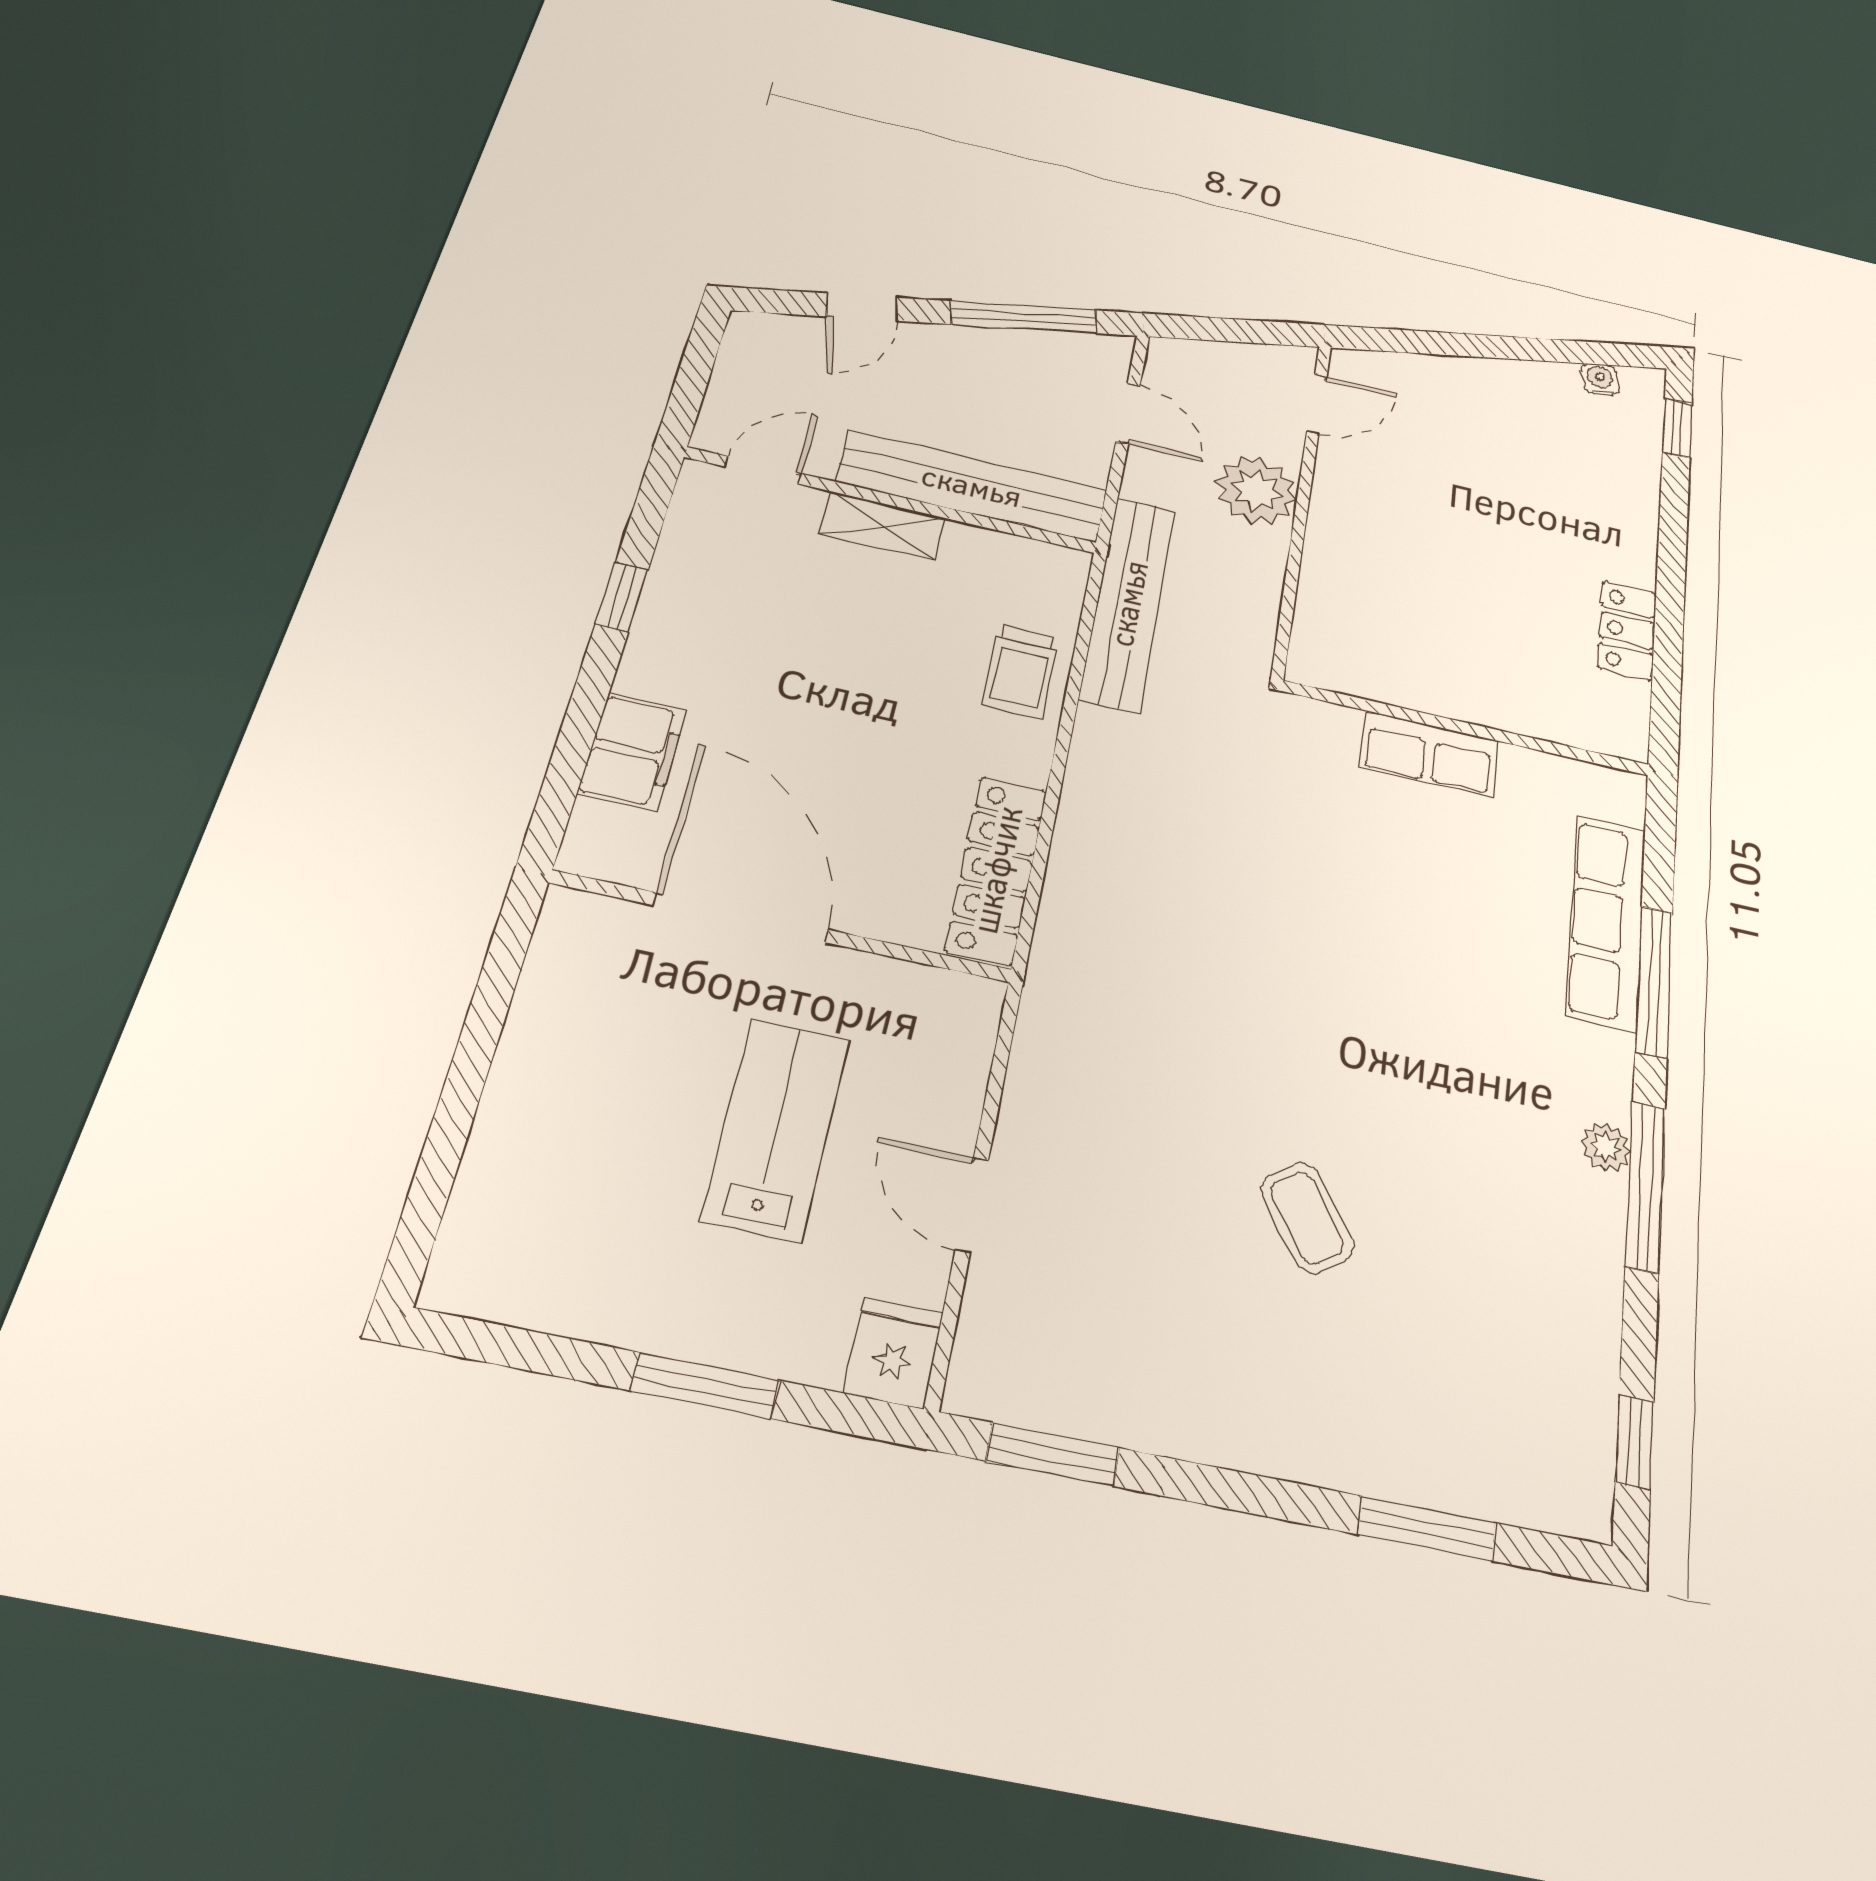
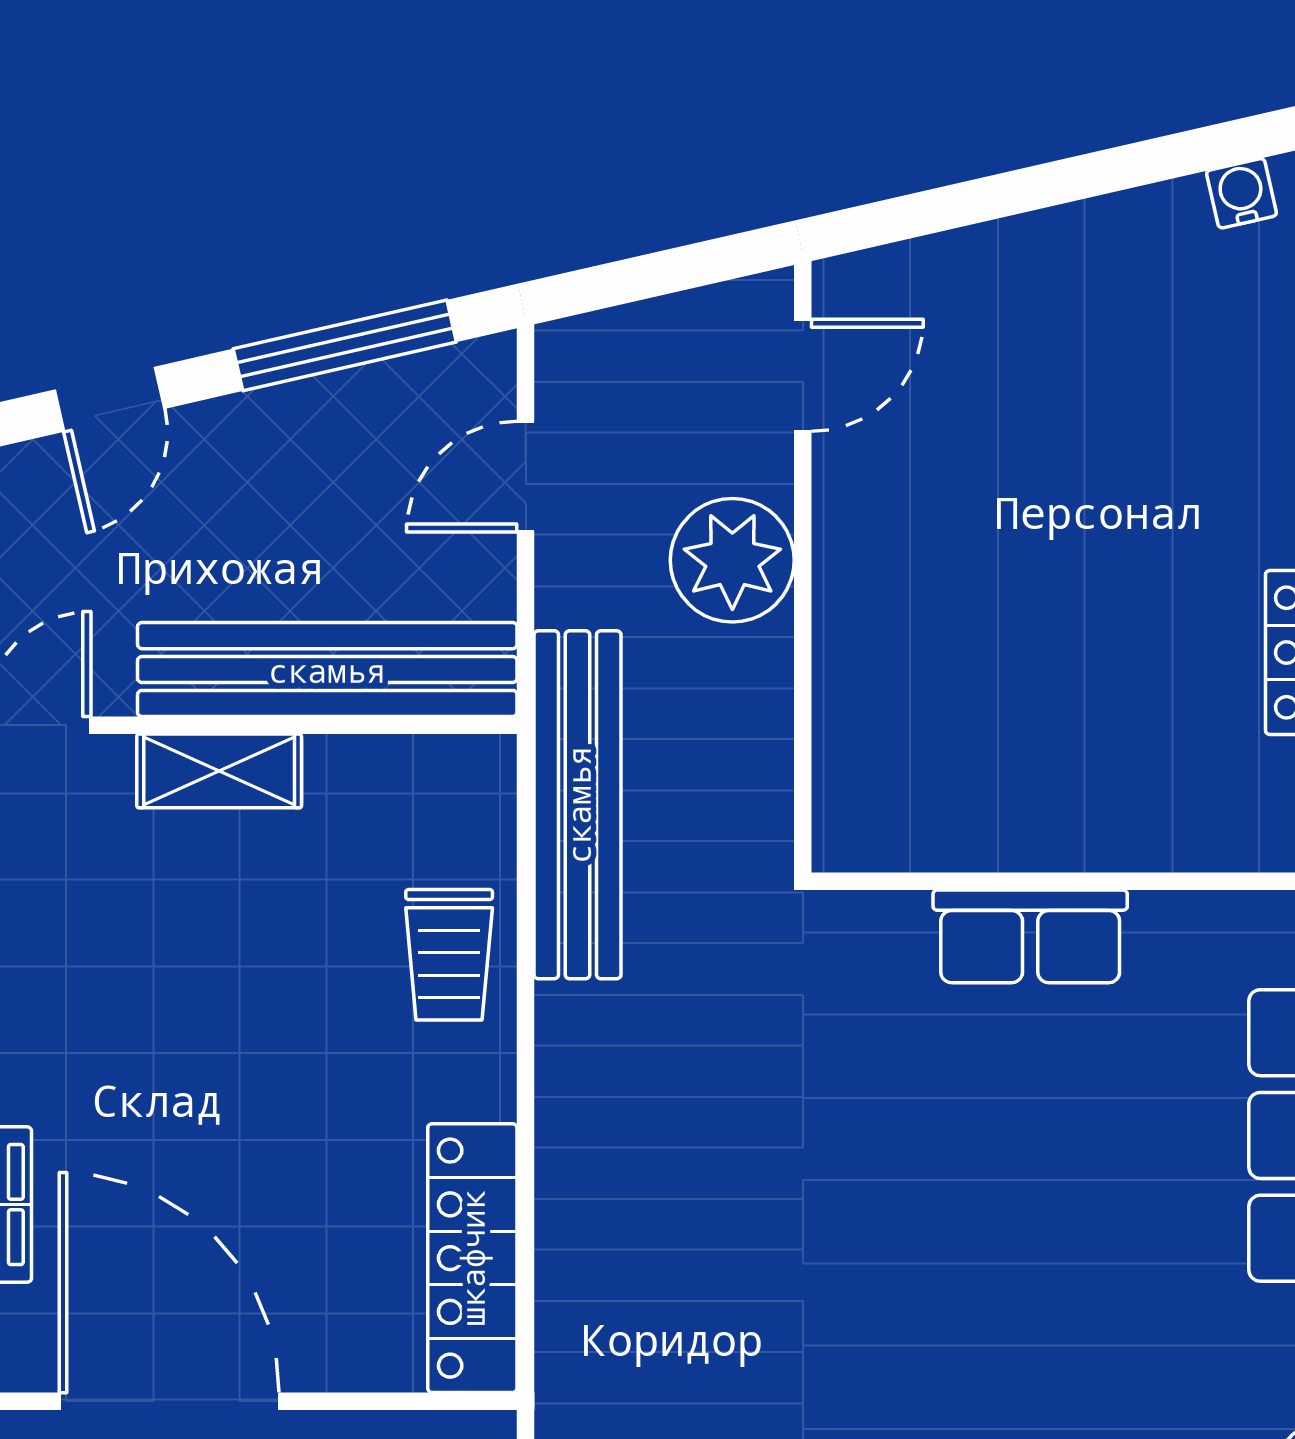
door: (1128, 413) -> (526, 477), swing flipped

